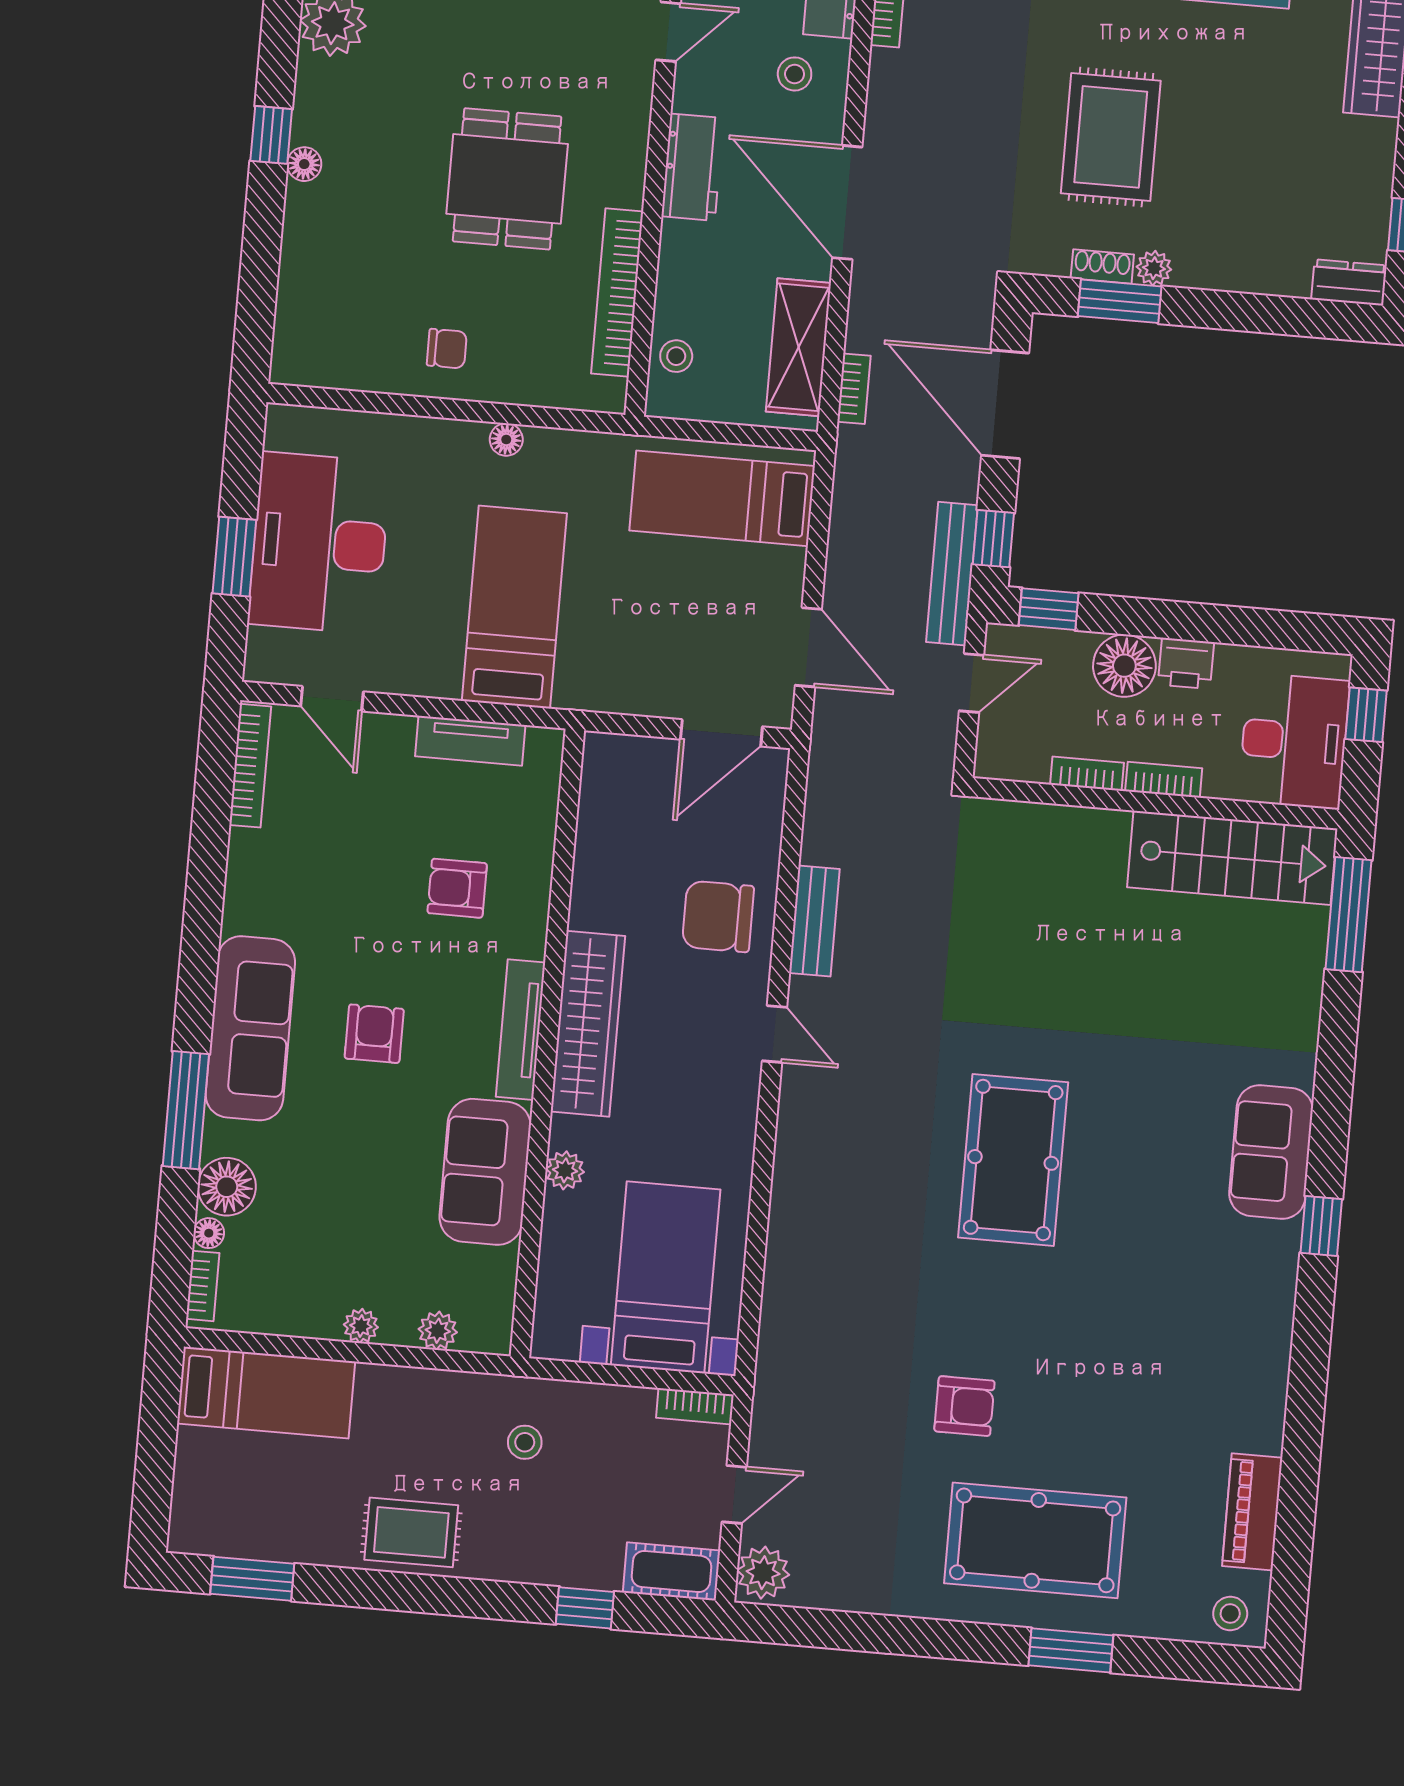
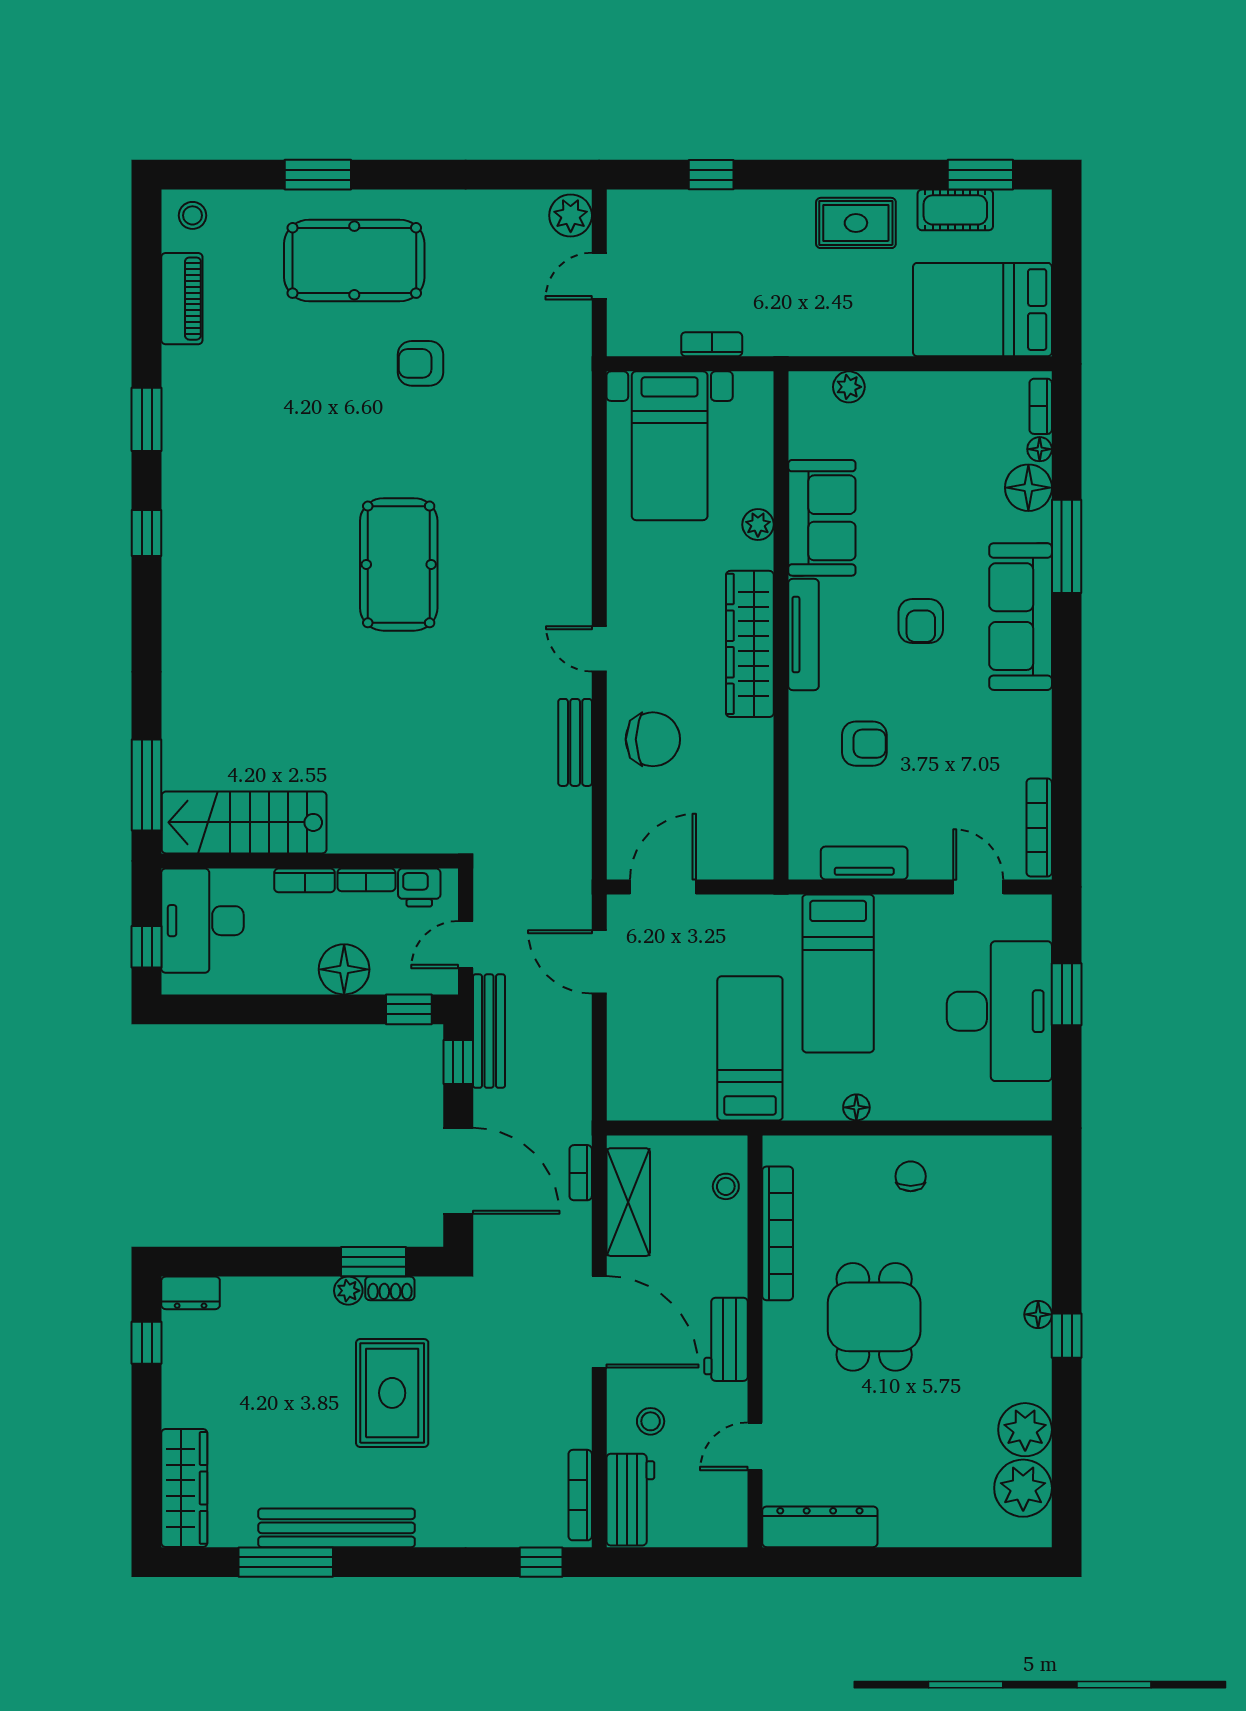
chair: (447, 349) -> (911, 1176), turned 90
bed: (722, 498) -> (750, 1048), moved, turned -90
printer: (1186, 663) -> (419, 887), moved, turned 180
sofa: (1271, 1152) -> (192, 589), removed
plant: (361, 1326) -> (911, 385), removed
window: (1309, 1366) -> (147, 419), added
bed: (266, 1392) -> (982, 310), width x1.50
bookcase: (695, 1406) -> (712, 344), moved
stool: (525, 1442) -> (771, 303), removed
cot: (671, 1571) -> (955, 210), moved

